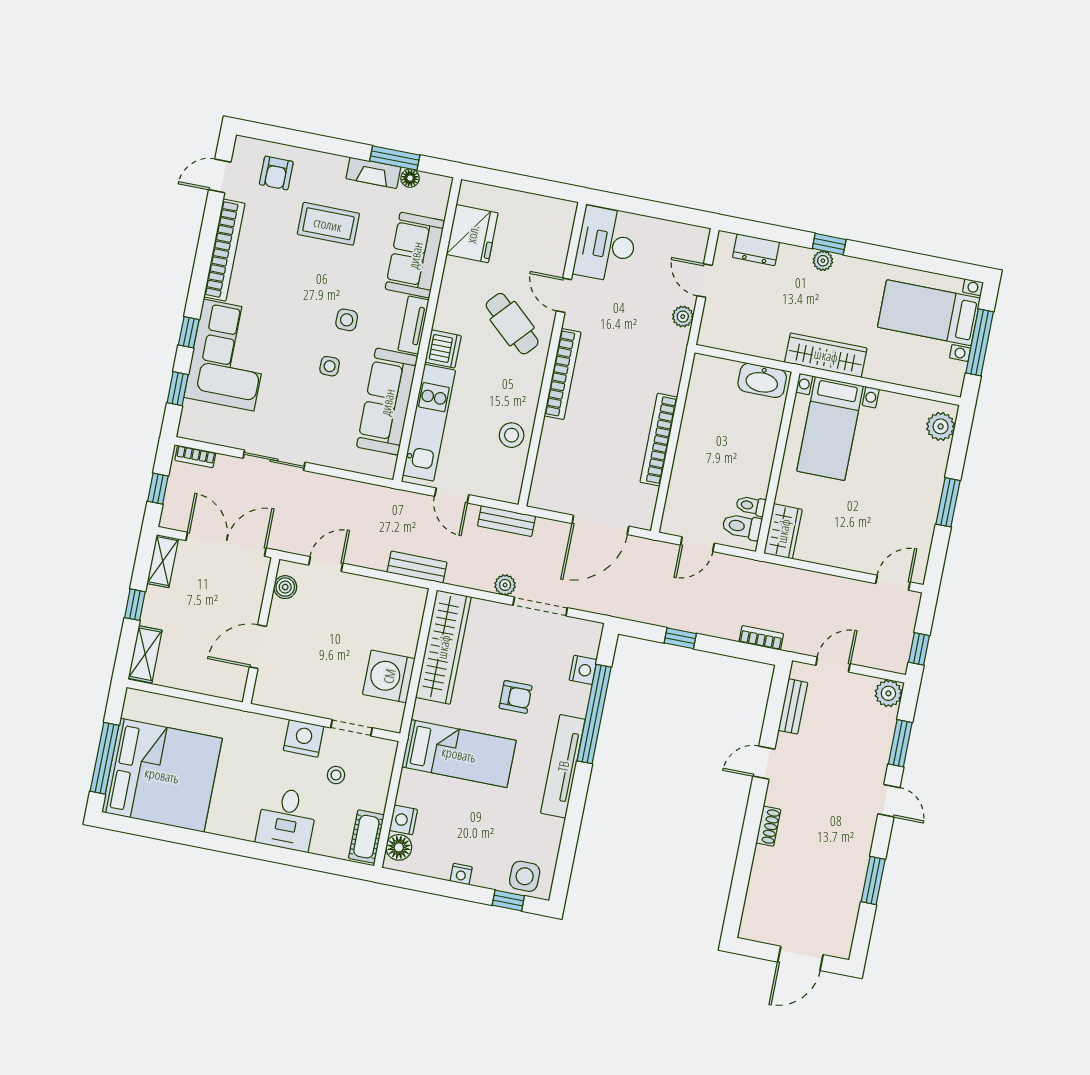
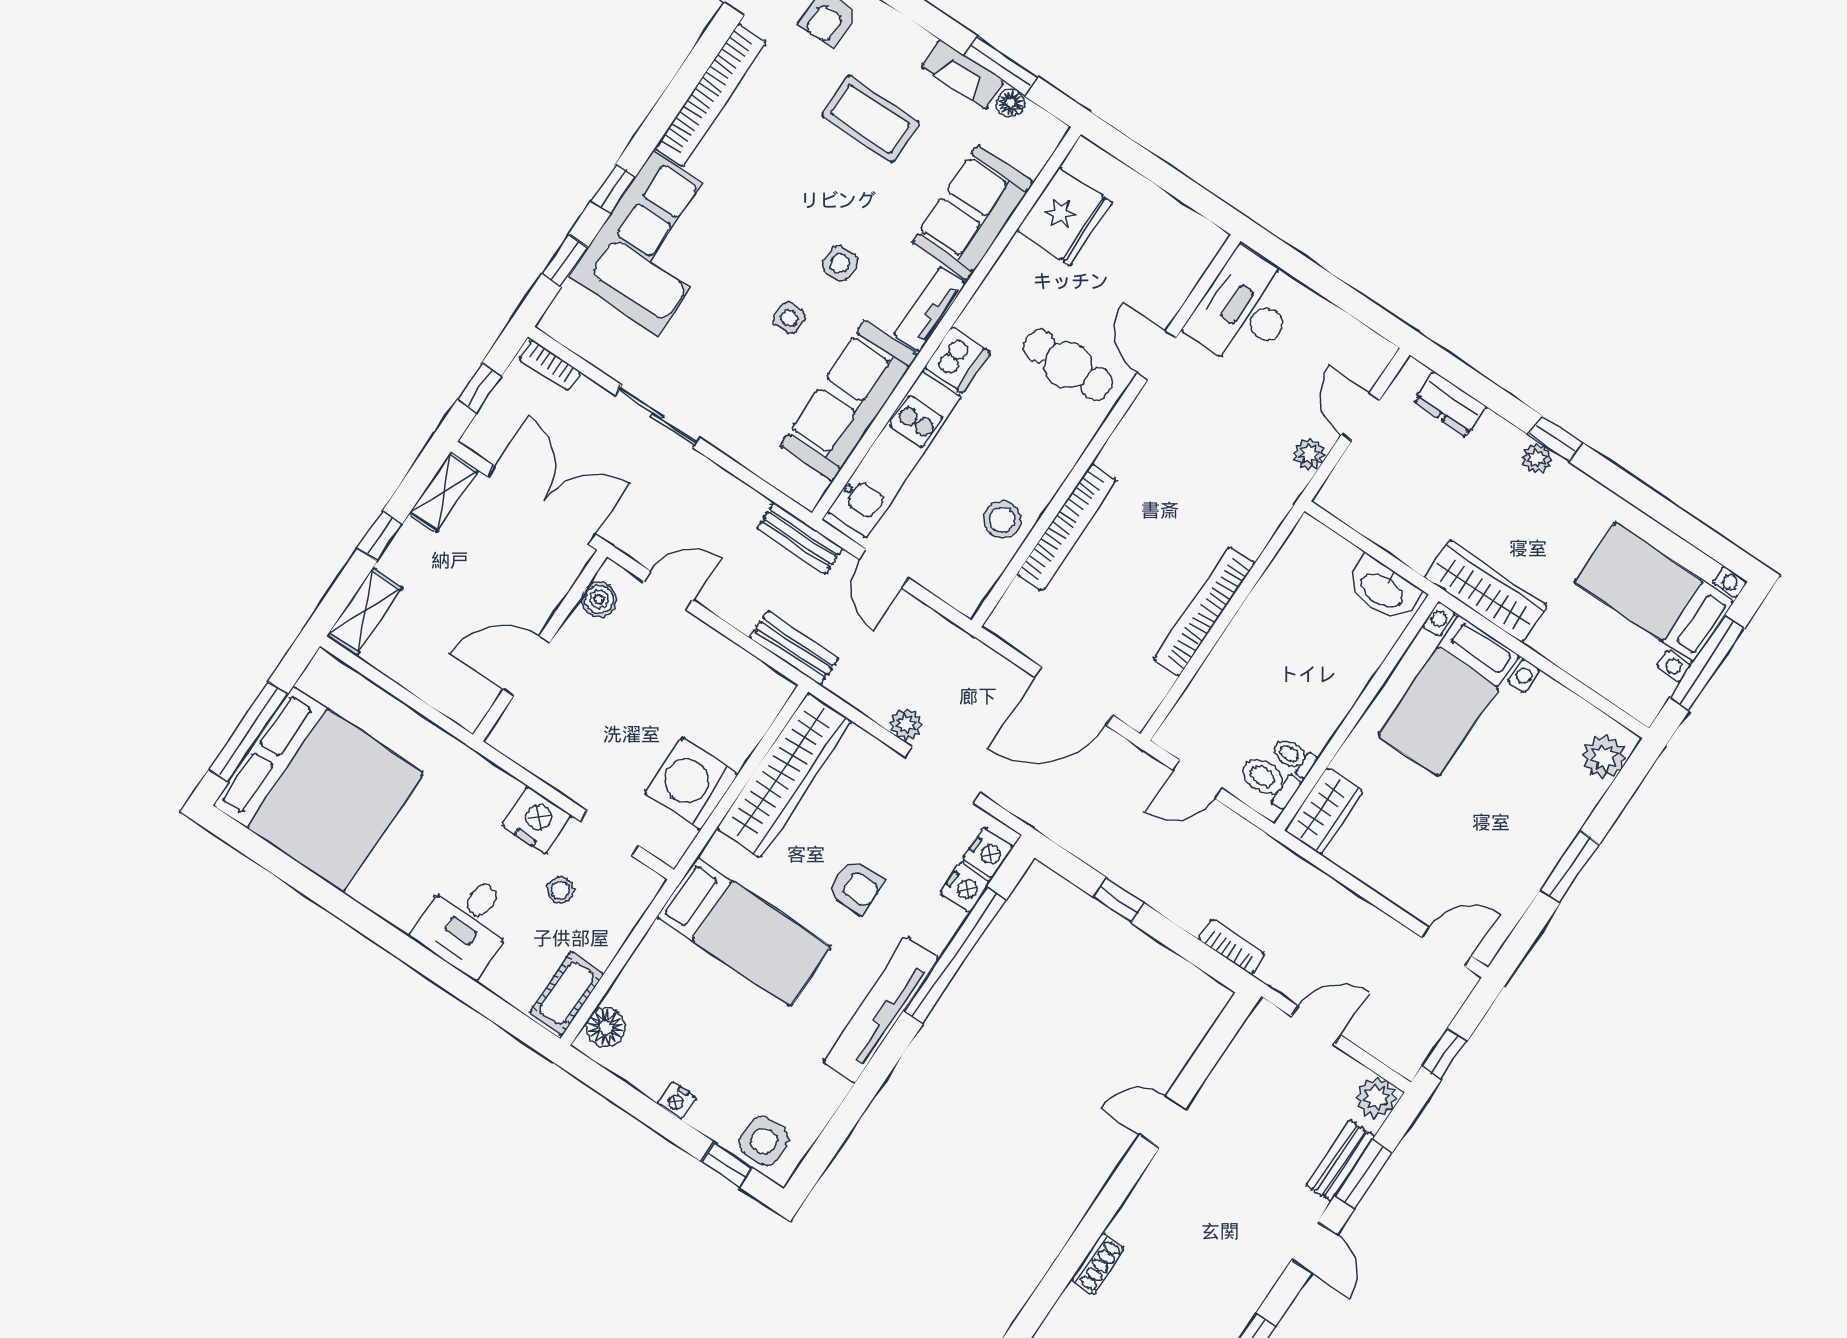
cafe table: (512, 324) -> (1068, 365), turned -42
bookcase: (563, 374) -> (1066, 527), moved
bench: (506, 521) -> (800, 538), moved
bench: (793, 706) -> (1340, 1161), moved
nightstand: (403, 820) -> (988, 853), moved, turned 180
shoe rack: (768, 826) -> (1098, 1264), moved

